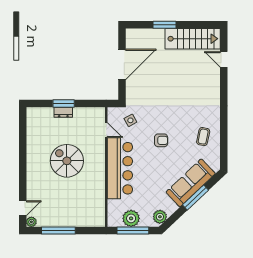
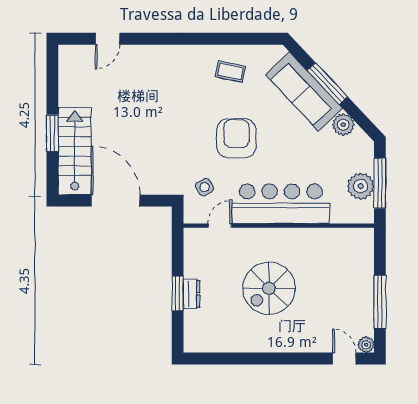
stairs: (193, 39) -> (75, 151), moved
armchair: (161, 140) -> (236, 138), width x1.88, depth x1.88
plant: (160, 217) -> (343, 125), moved

